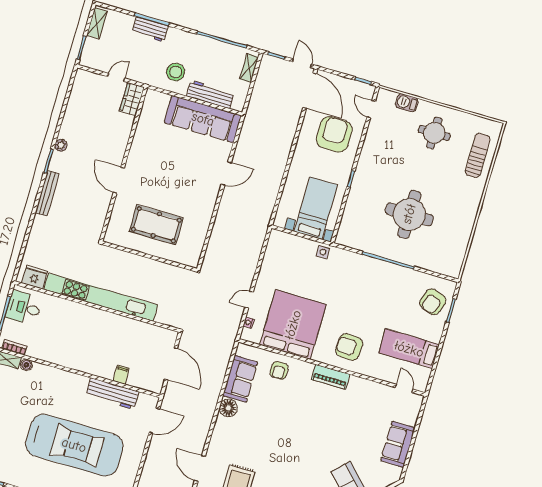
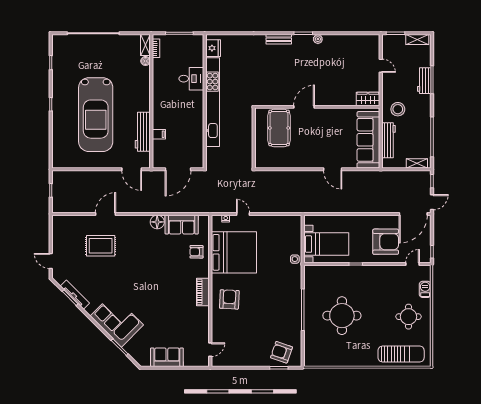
wardrobe: (132, 99) -> (368, 99), moved
sun lounger: (478, 155) -> (401, 354), width x1.36, depth x1.34
wall: (123, 164) -> (317, 107), moved
door: (119, 180) -> (304, 107), moved
bench: (47, 193) -> (279, 39), width x0.73
desk: (24, 308) -> (191, 79), moved, turned 90
bed: (409, 349) -> (241, 345), removed

